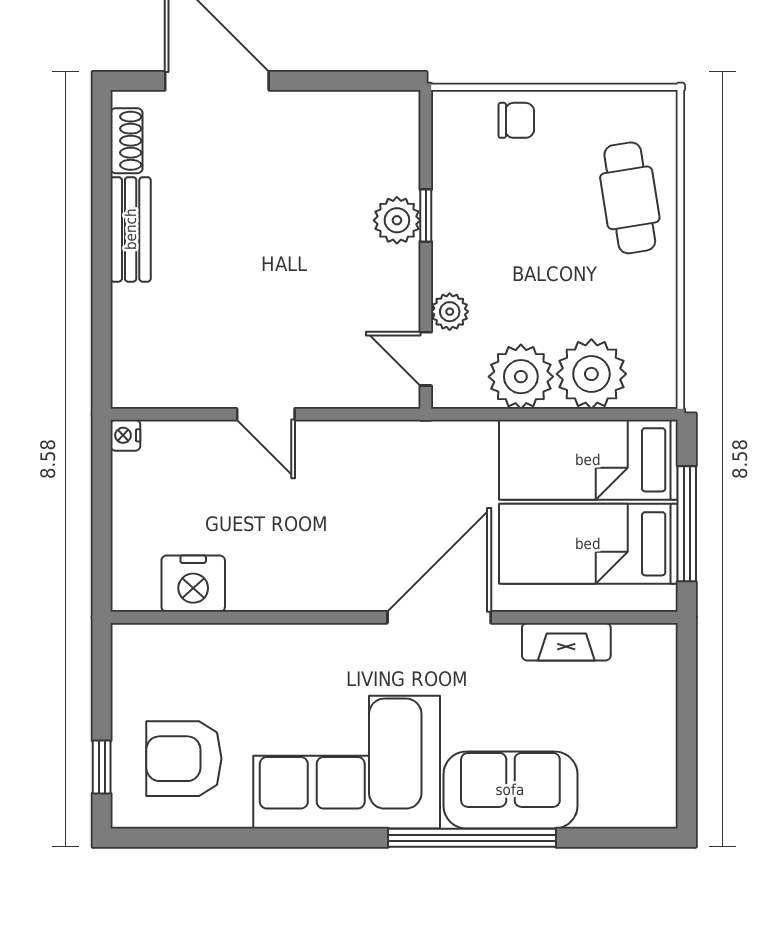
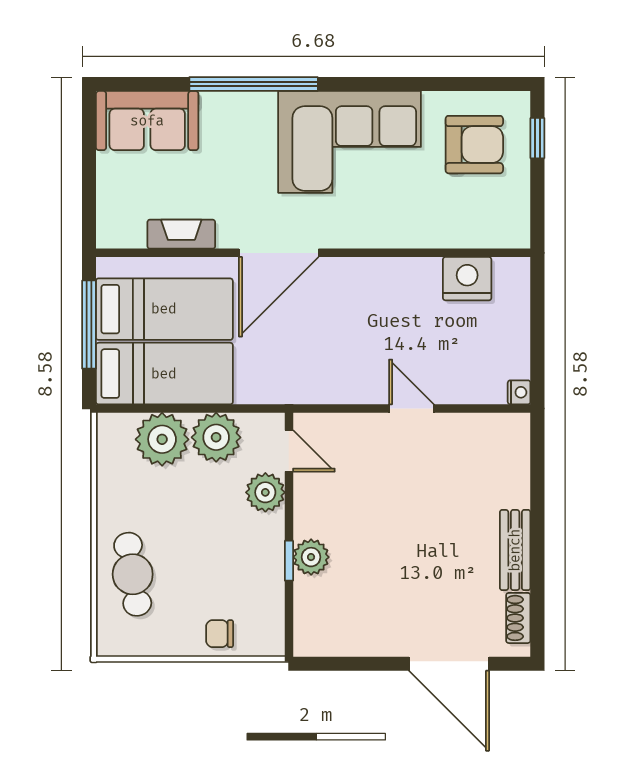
plant: (450, 312) -> (265, 492), width x1.38, depth x1.38
sofa: (510, 790) -> (147, 121), moved

